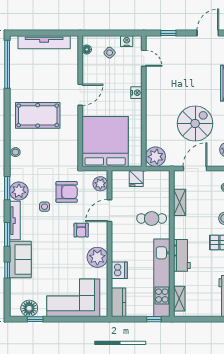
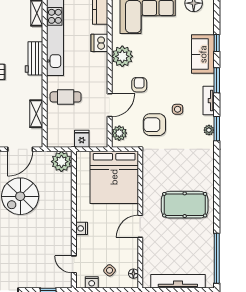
stool: (15, 152) -> (208, 166), removed
plant: (19, 191) -> (209, 130), width x0.53, depth x0.53
tv unit: (15, 221) -> (209, 101), width x0.71

